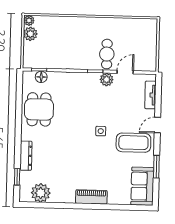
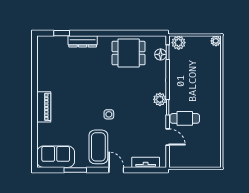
plant: (30, 34) -> (179, 43), moved
plant: (107, 79) -> (160, 99), moved
plant: (41, 193) -> (46, 57), removed

